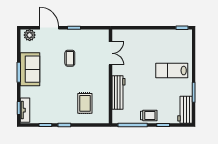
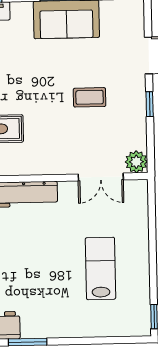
plant: (30, 35) -> (136, 162), moved
lab bench: (172, 71) -> (100, 268), moved

